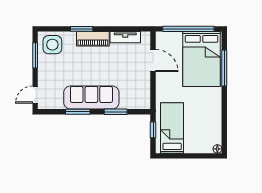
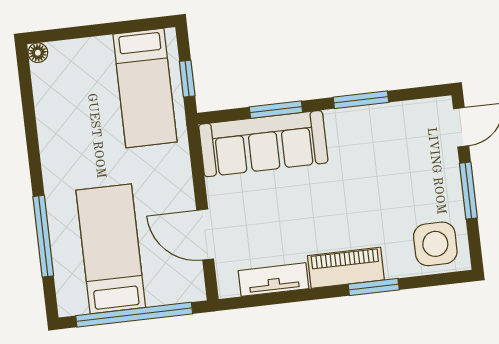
window: (35, 55) -> (468, 191), moved
bed: (202, 59) -> (111, 249), width x0.67
sofa: (91, 98) -> (263, 144), moved

